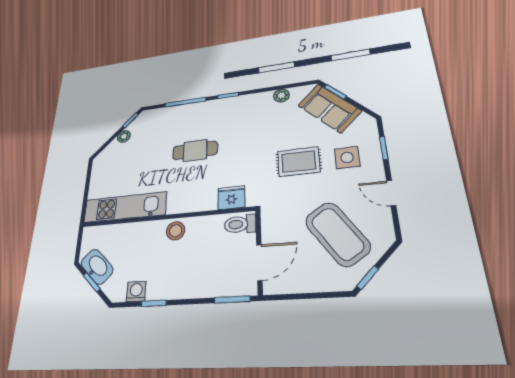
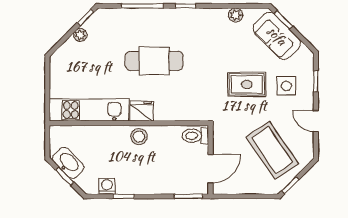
cafe table: (195, 150) -> (154, 61), width x1.37, depth x1.35
fridge: (231, 198) -> (142, 111), moved

